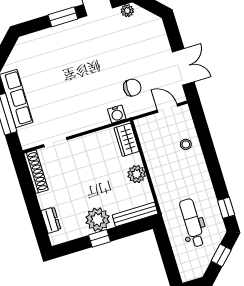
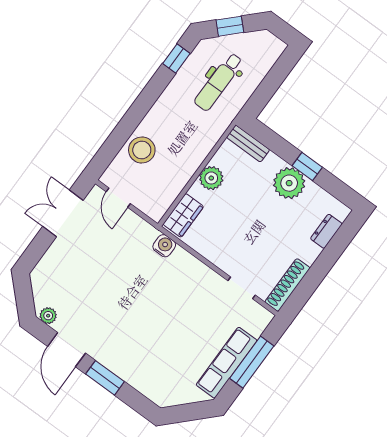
chair: (132, 88) -> (124, 250), removed
stool: (186, 144) -> (142, 150), width x1.89, depth x1.89
bench: (135, 214) -> (248, 144), width x0.73

